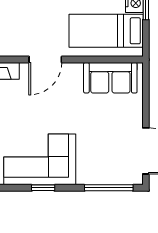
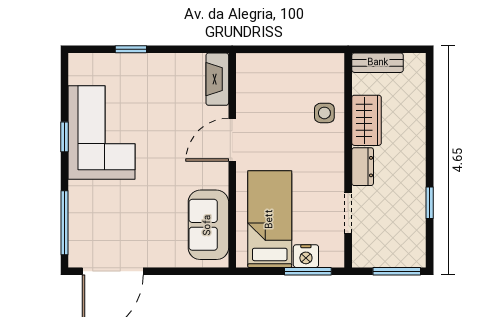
door: (45, 60) -> (232, 140), hinge flipped

